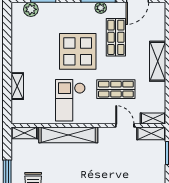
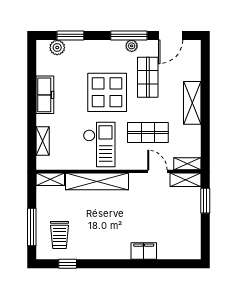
freezer: (19, 54) -> (45, 95), added
shelving: (17, 86) -> (43, 141), moved
checkout: (70, 100) -> (99, 144), turned 180

